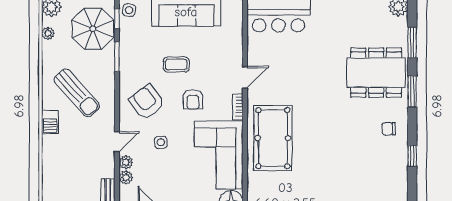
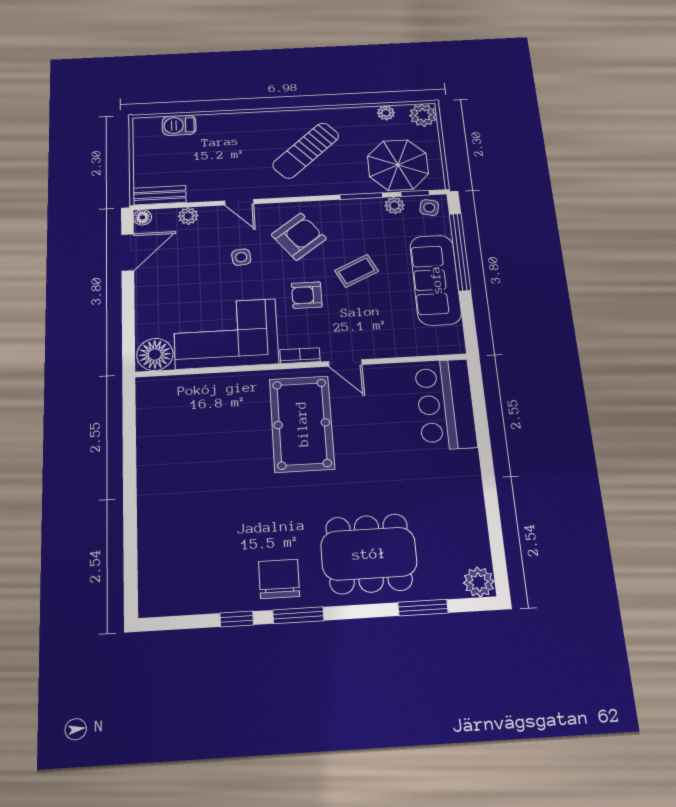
coffee table: (176, 65) -> (357, 271), turned 64
dining table: (376, 73) -> (369, 554), turned 90
window: (412, 92) -> (298, 615), moved
barbecue: (50, 122) -> (179, 125), moved
chair: (389, 129) -> (279, 579), width x1.87, depth x1.87
pool table: (273, 138) -> (302, 424), moved, turned 90
plant: (126, 162) -> (394, 205), moved

